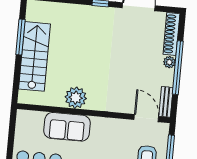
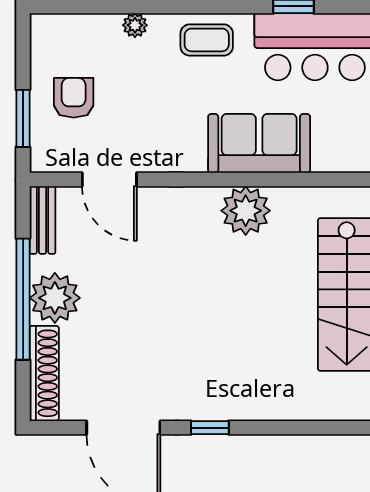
plant: (169, 62) -> (55, 298), width x1.88, depth x1.88
door: (146, 118) -> (109, 179), moved

